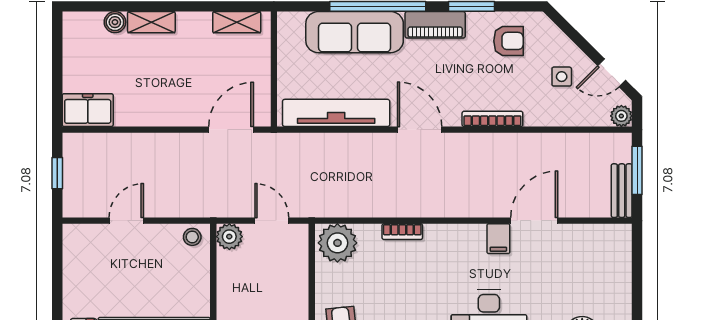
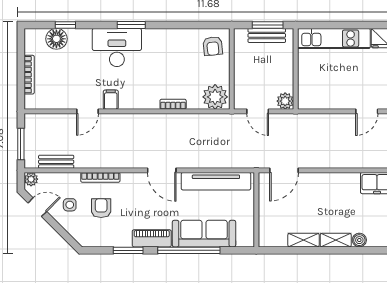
shelving: (237, 22) -> (304, 240), moved
armchair: (508, 41) -> (101, 208), moved, turned 90
bookcase: (492, 119) -> (100, 177), moved
bench: (622, 191) -> (56, 162), moved, turned 90
door: (126, 221) -> (367, 111), moved
door: (534, 221) -> (88, 111), width x0.73
stool: (192, 237) -> (309, 101), removed
bookcase: (624, 277) -> (29, 75), added

